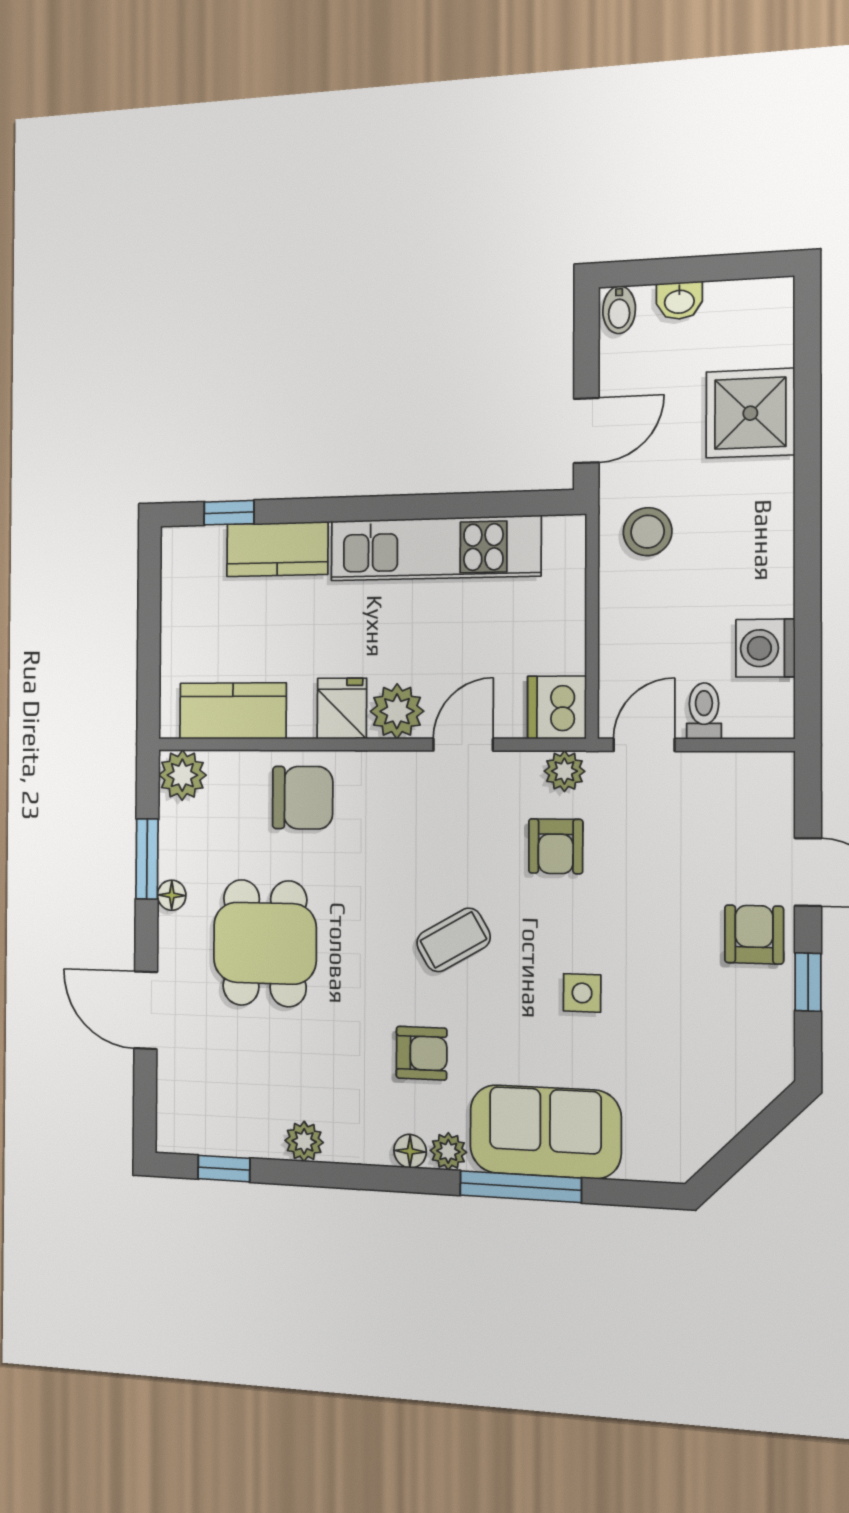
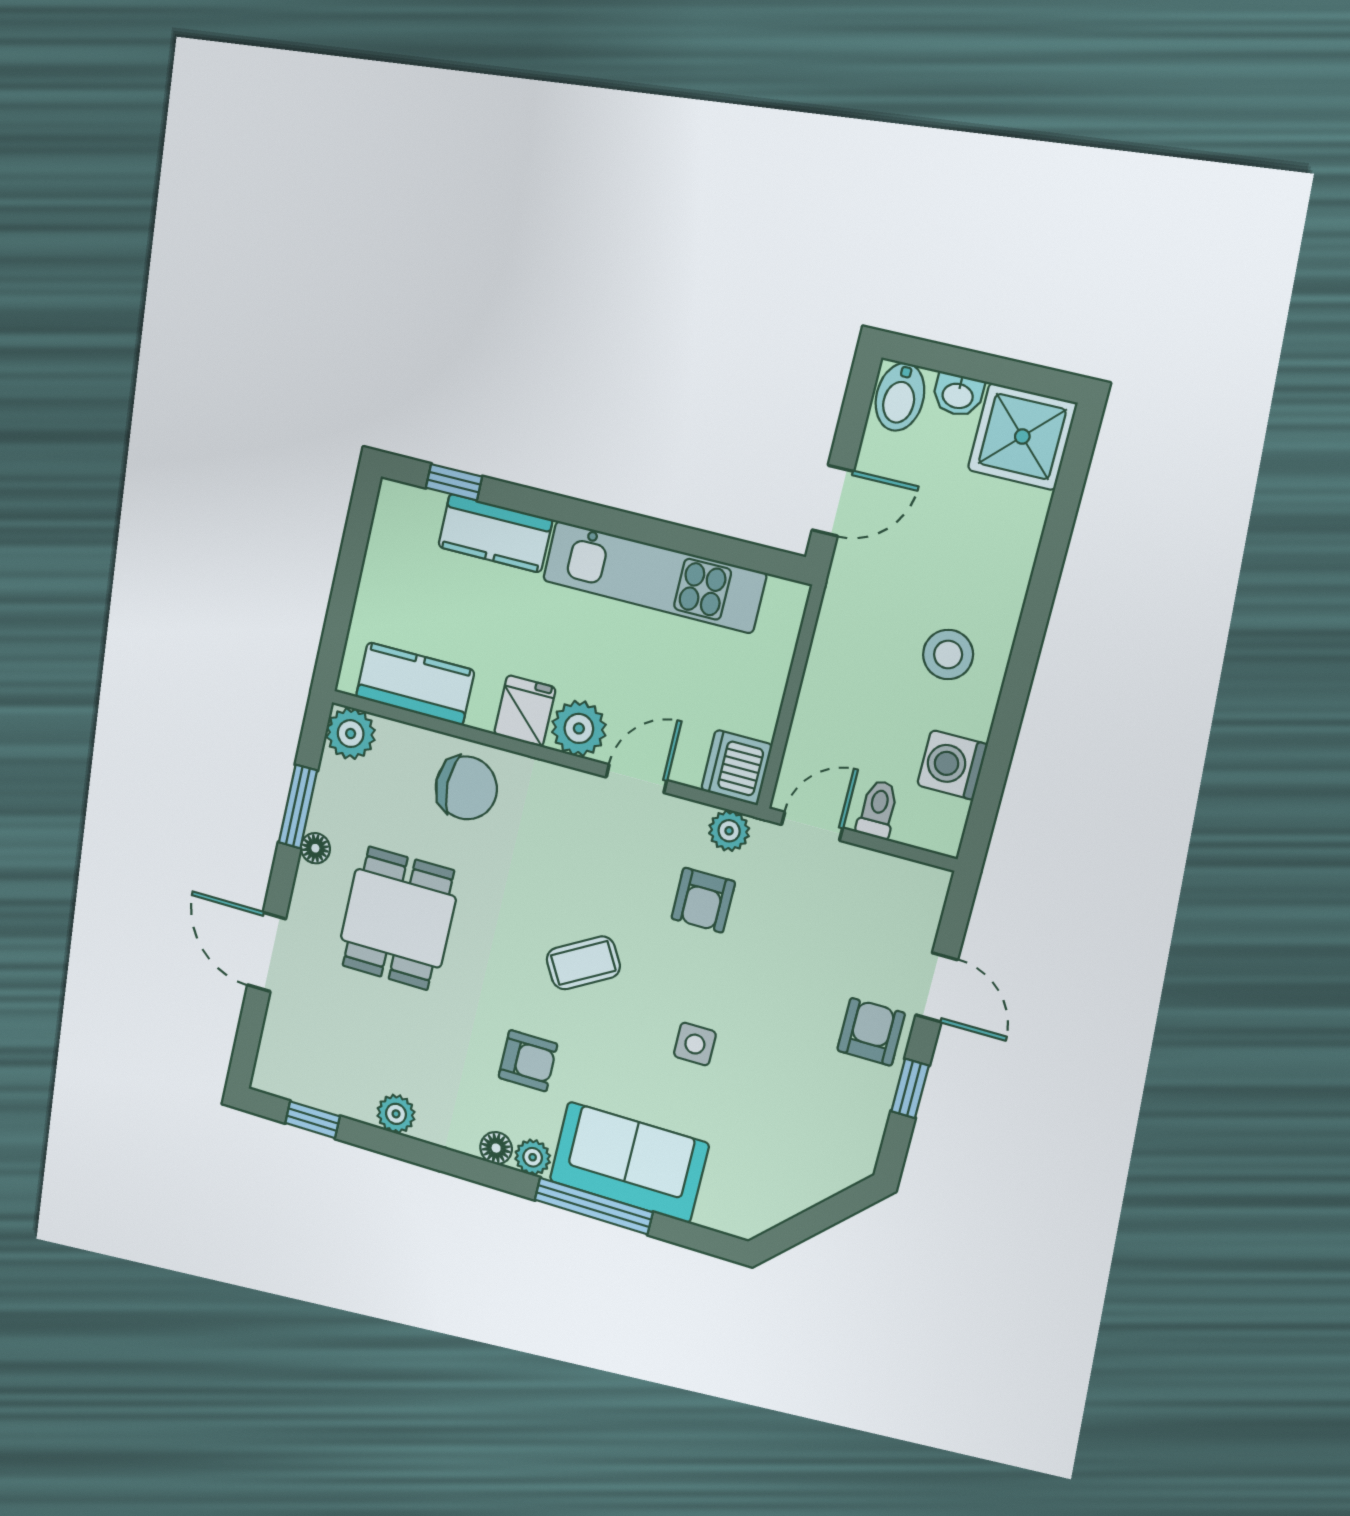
bidet: (619, 310) -> (900, 397), width x1.38, depth x1.36
shower: (750, 413) -> (1022, 436), moved
stool: (648, 532) -> (948, 654), moved

